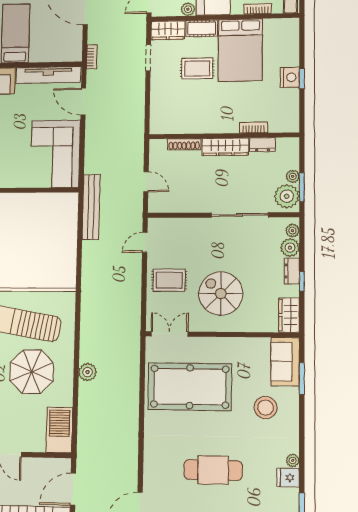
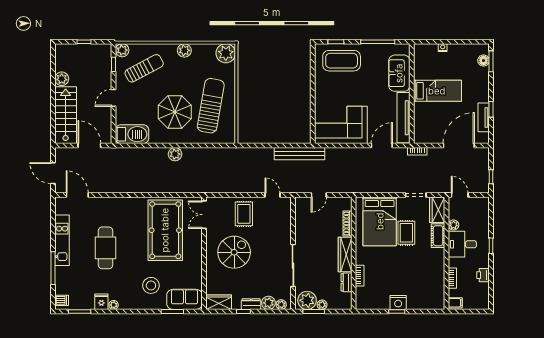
bed: (240, 50) -> (380, 221), moved, turned -90
double door: (169, 334) -> (204, 215), swing flipped

